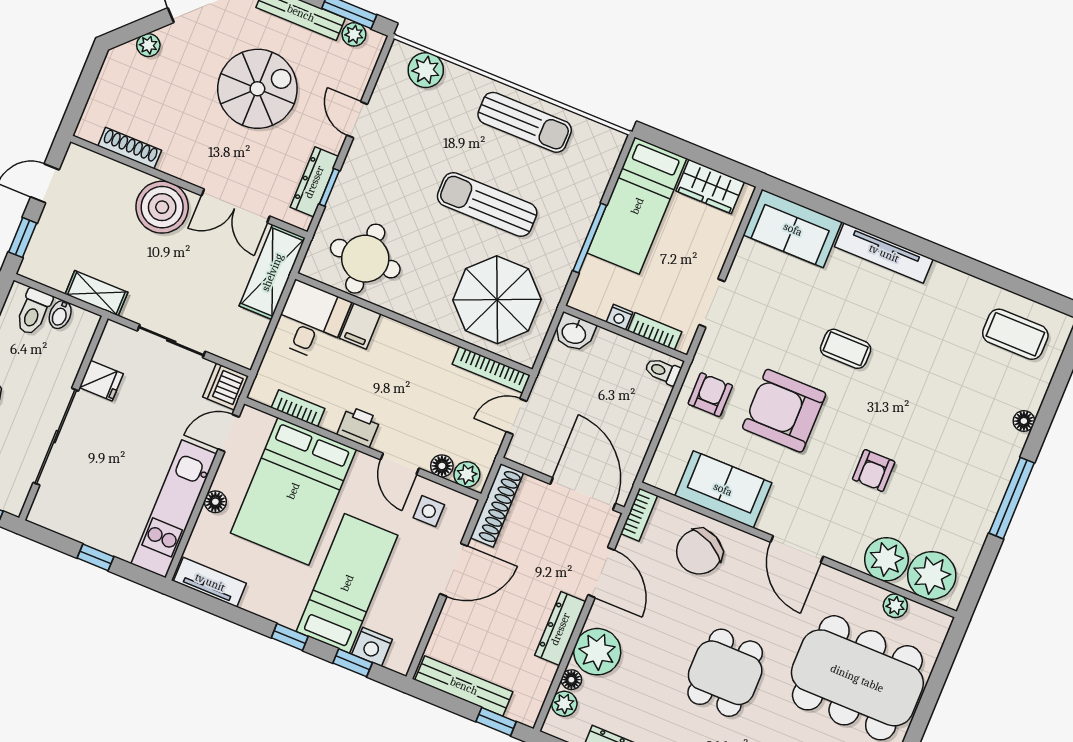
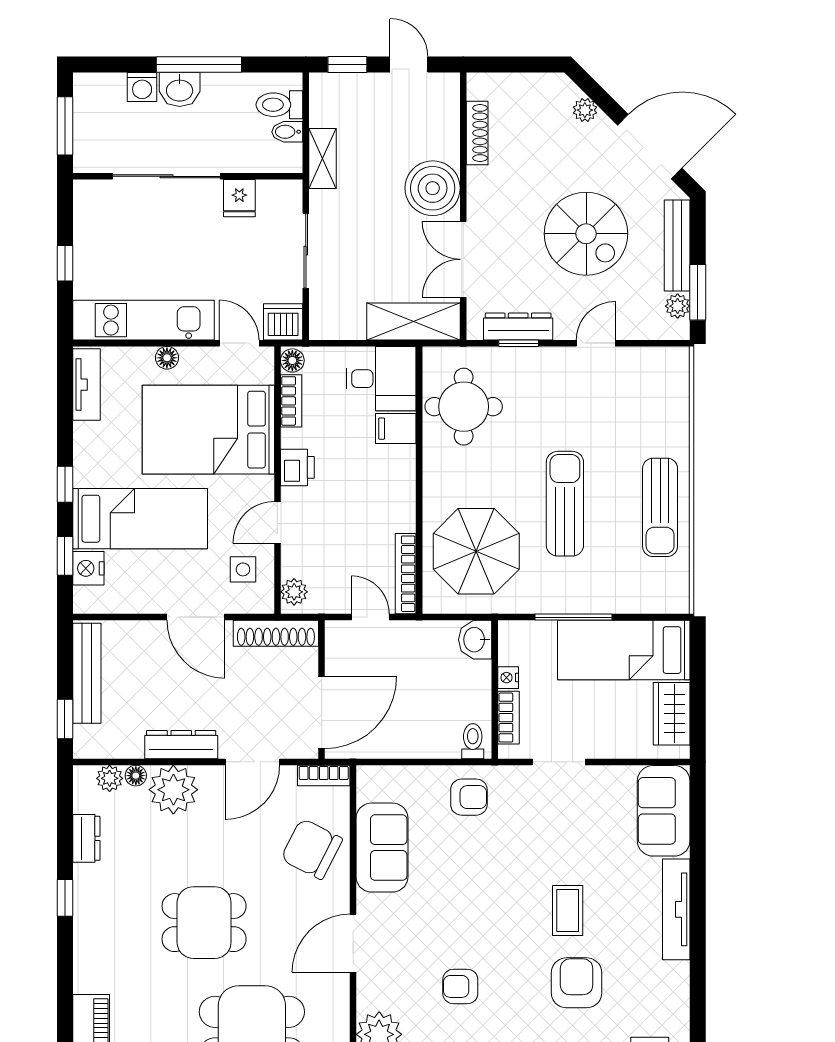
plant: (426, 70) -> (671, 390), removed
armchair: (784, 411) -> (577, 983), moved, width x0.73, depth x0.73
floor lamp: (442, 466) -> (292, 360), moved

